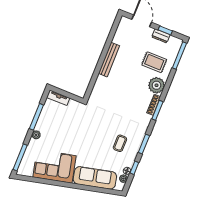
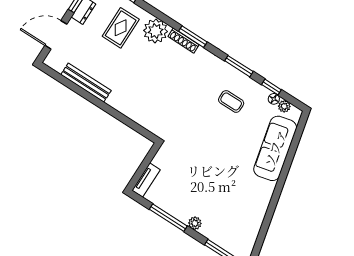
bench: (109, 60) -> (86, 83), moved
corner sofa: (54, 166) -> (247, 205), removed

